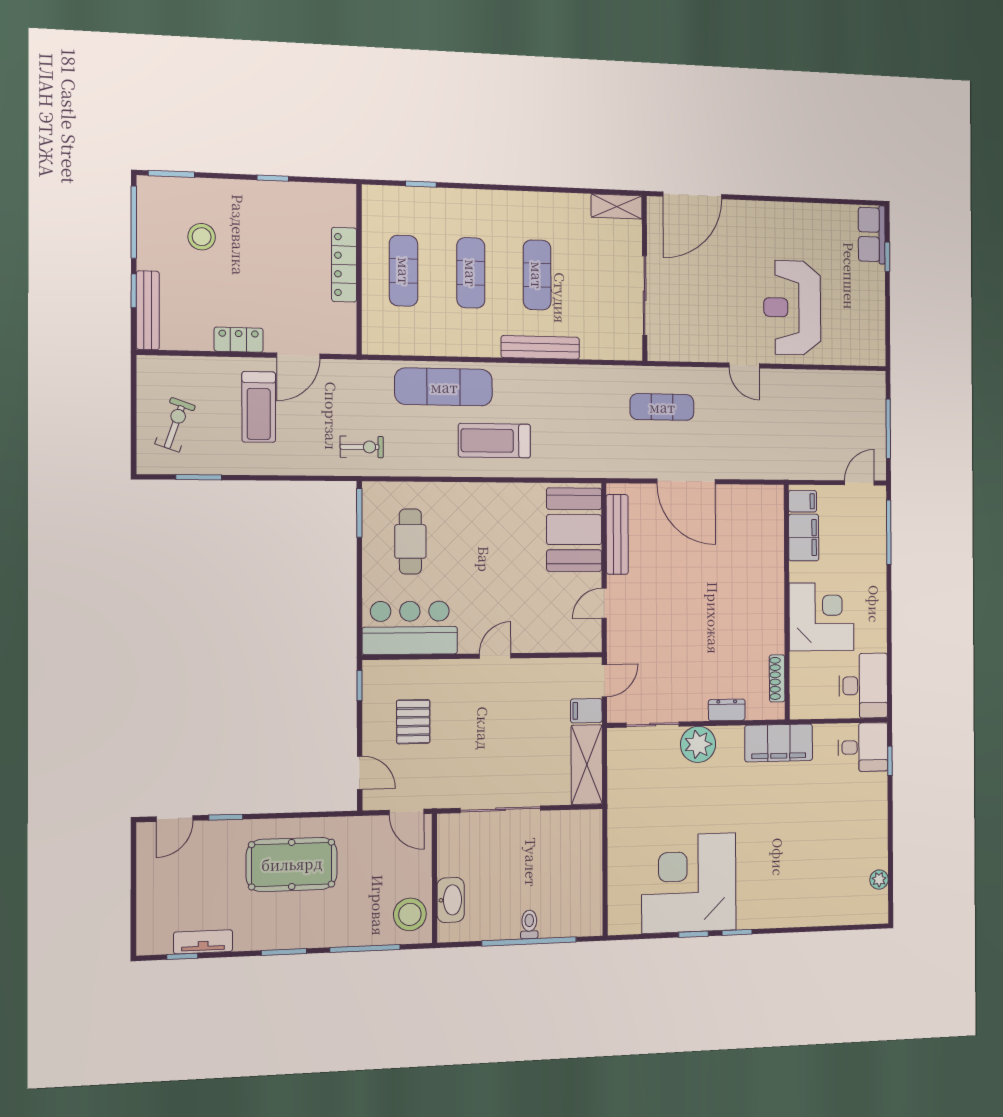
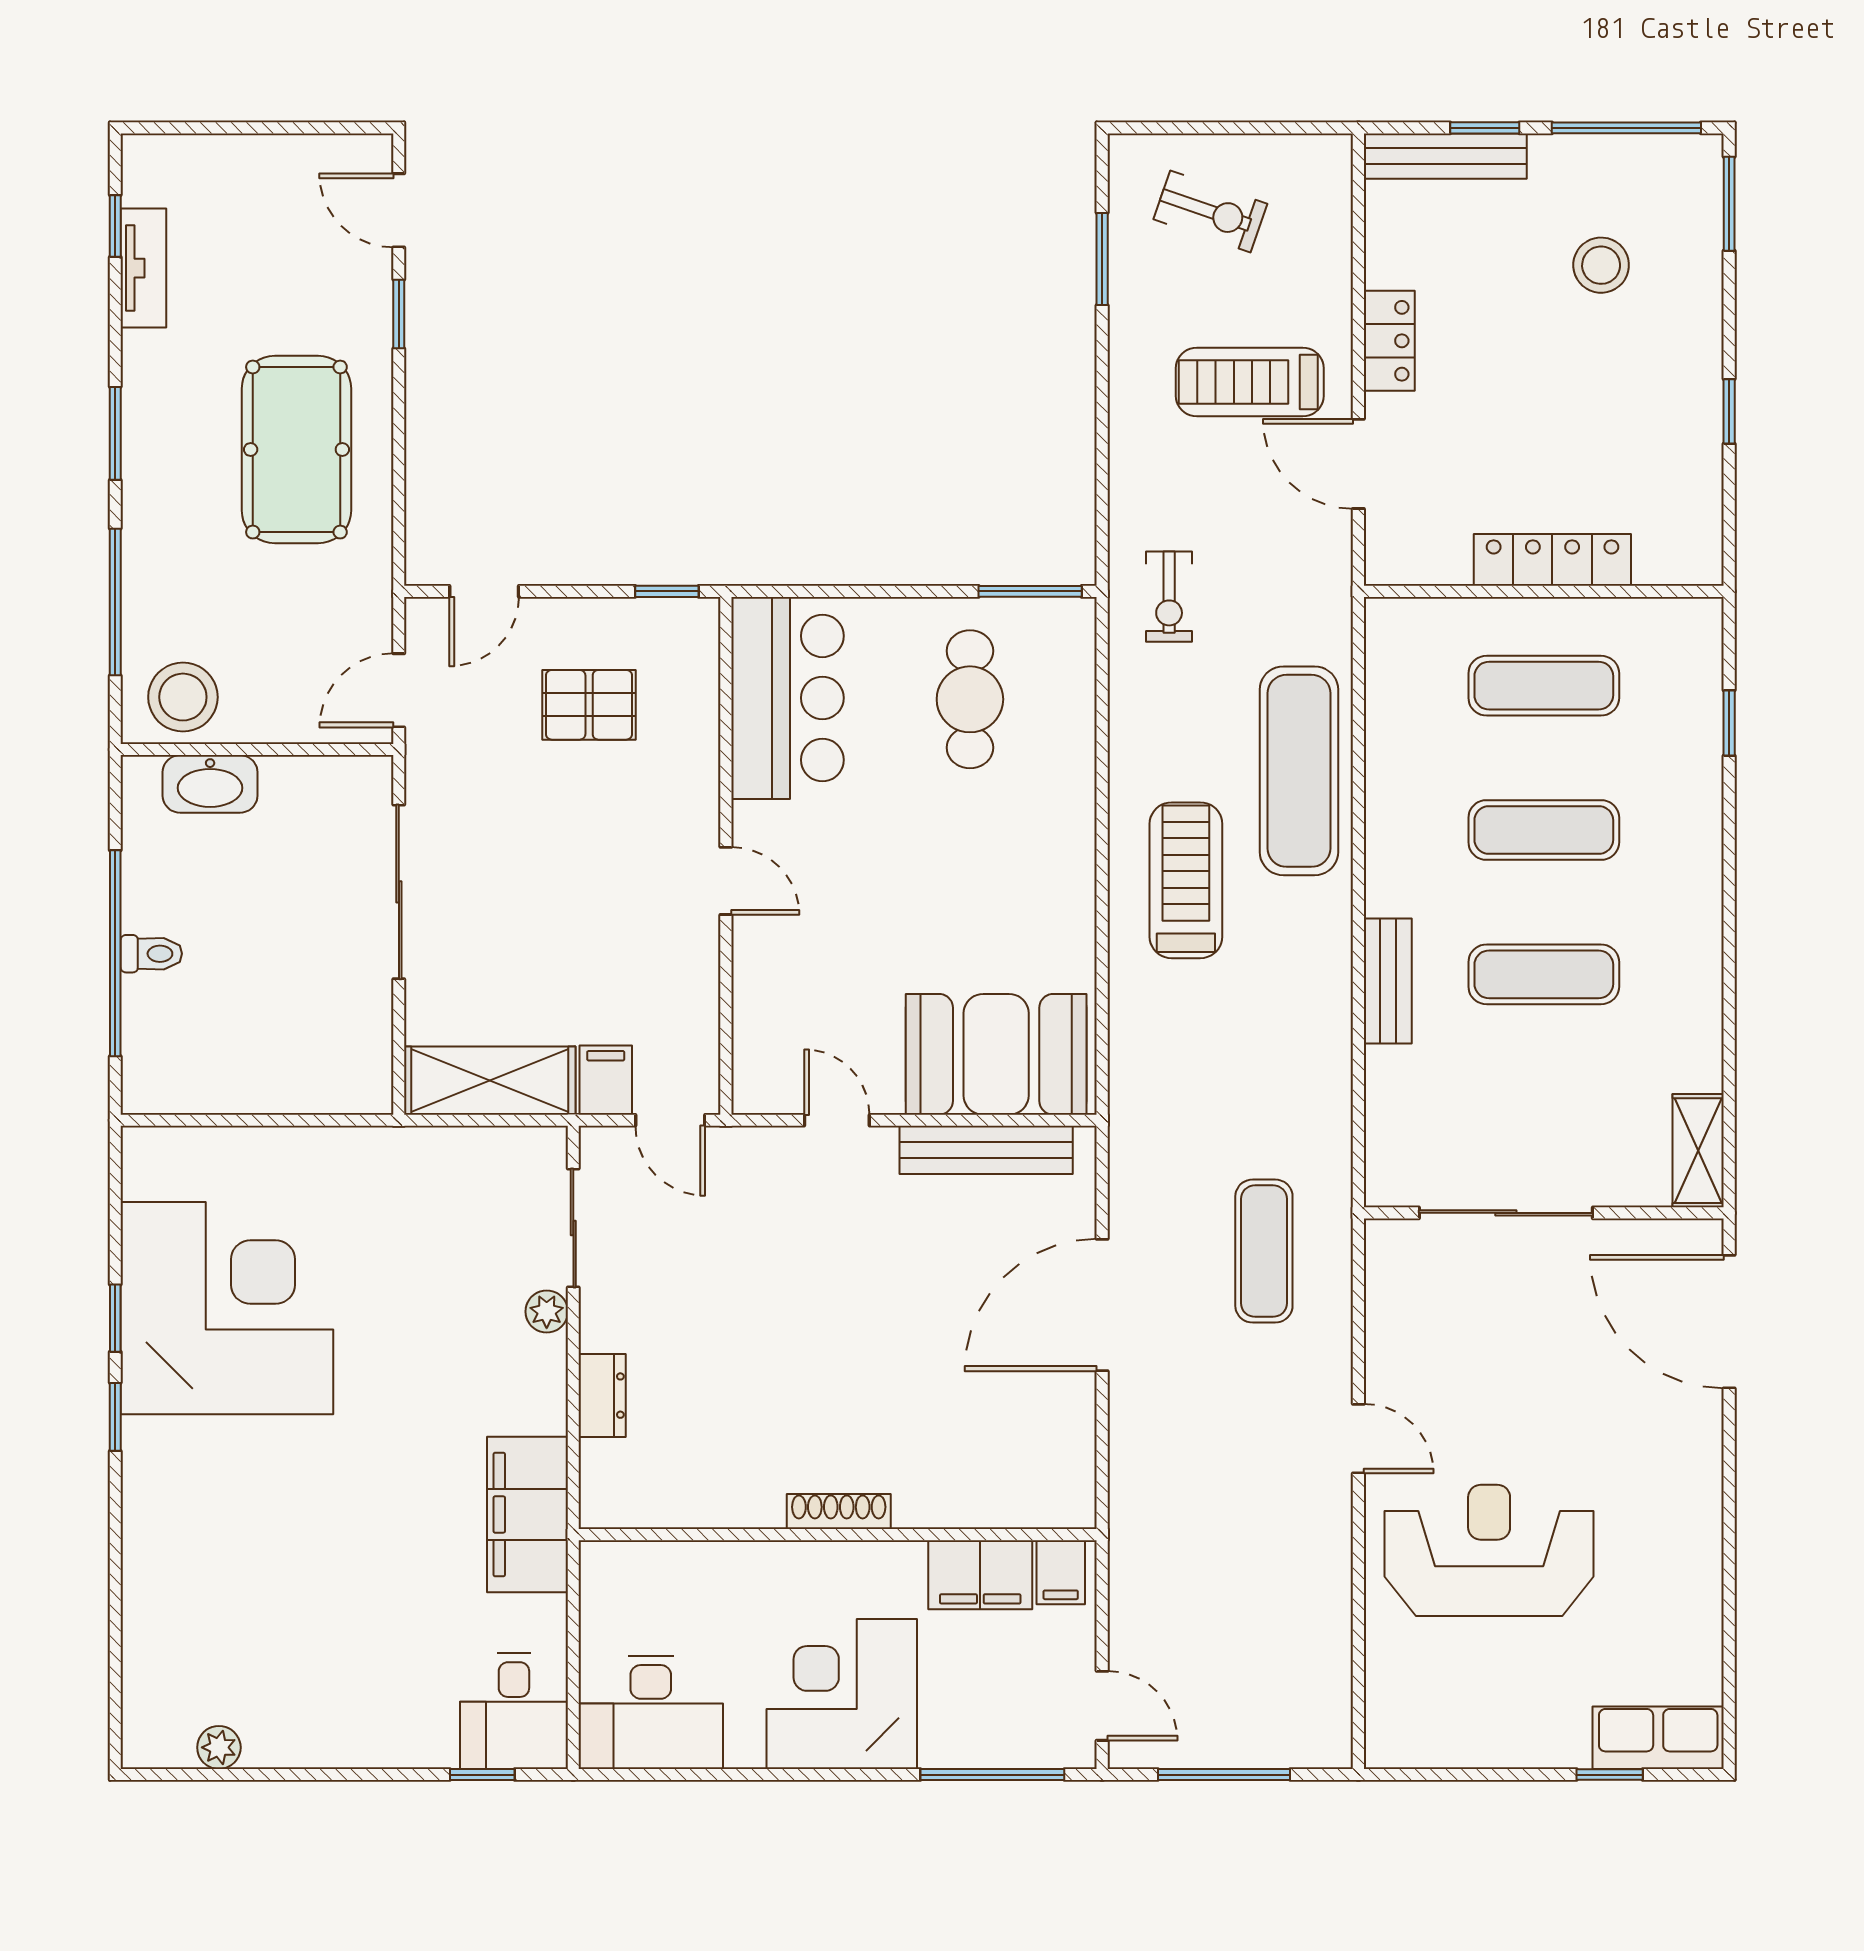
bench: (540, 347) -> (1388, 981), width x0.73
door: (744, 366) -> (1358, 1439), swing flipped
cafe table: (410, 541) -> (970, 699), turned 90
corner desk: (821, 617) -> (842, 1694), moved, turned 180
shoe rack: (777, 678) -> (839, 1512), moved
plant: (698, 744) -> (547, 1312), width x0.53, depth x0.53

